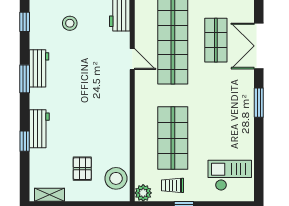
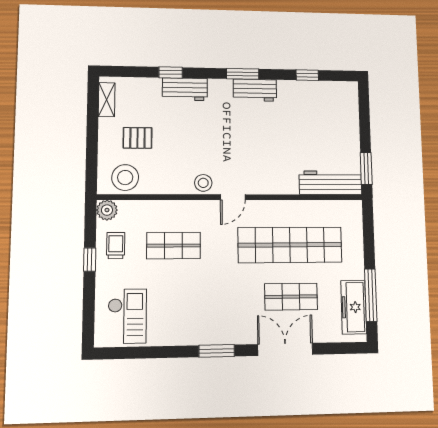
stool: (70, 23) -> (203, 183), moved
door: (132, 59) -> (233, 197), moved
shop shelf: (173, 138) -> (174, 246), width x0.70, depth x0.74

